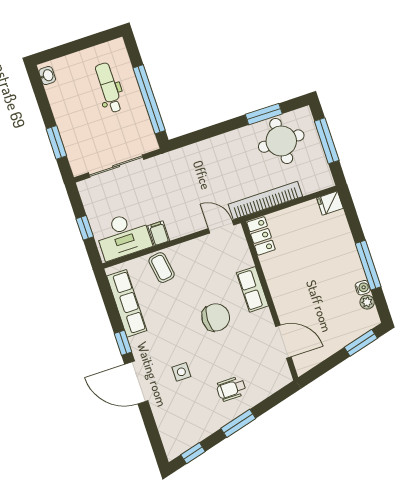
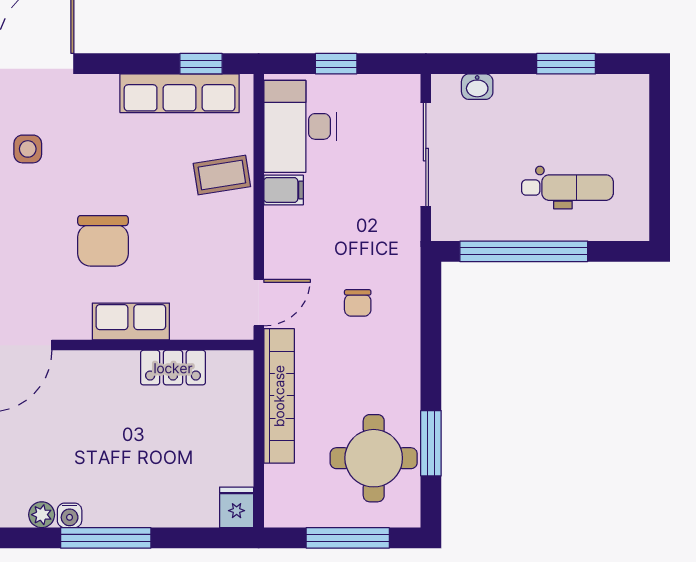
washbasin: (47, 76) -> (477, 87), moved
window: (56, 142) -> (566, 64), moved
chair: (204, 176) -> (358, 303), added
locker: (261, 236) -> (173, 368), moved
window: (123, 343) -> (201, 64), moved

